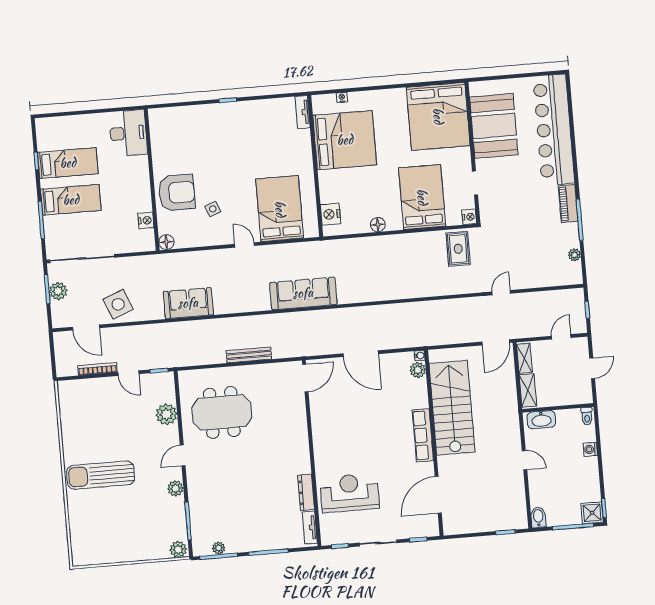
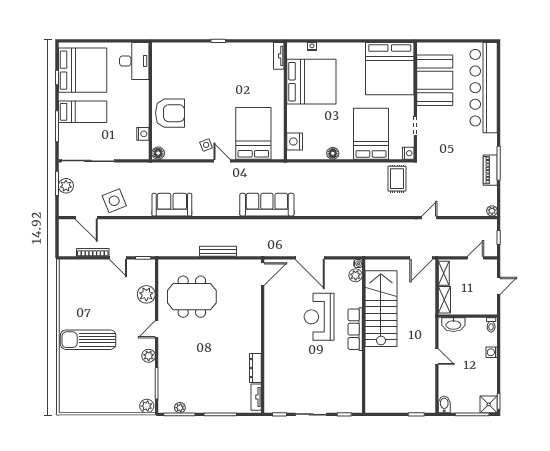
bed: (68, 163) -> (83, 70), width x2.04
piano: (568, 204) -> (490, 170), moved
side table: (213, 209) -> (206, 145), moved
plant: (574, 255) -> (492, 211), moved
reception desk: (350, 493) -> (319, 317), moved, turned -90
door: (438, 495) -> (364, 379), removed

